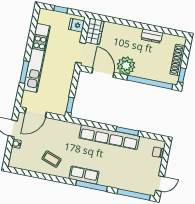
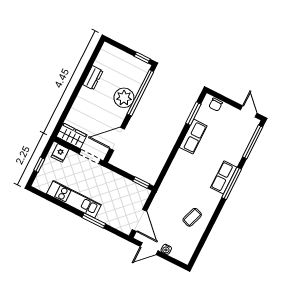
kitchen unit: (37, 58) -> (74, 199), width x0.73
shoe rack: (178, 60) -> (125, 58), removed
plant: (126, 66) -> (124, 98), moved
window: (127, 131) -> (193, 114), moved
row of seats: (109, 137) -> (193, 137), width x0.50
row of seats: (84, 175) -> (224, 177), moved

